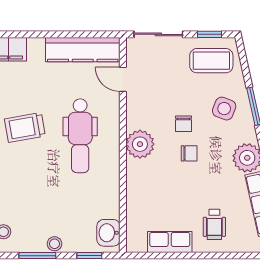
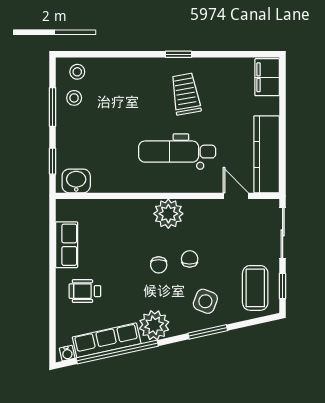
door: (123, 79) -> (236, 196), hinge flipped
chair: (183, 124) -> (190, 259), turned 90
stool: (55, 244) -> (74, 98), moved

